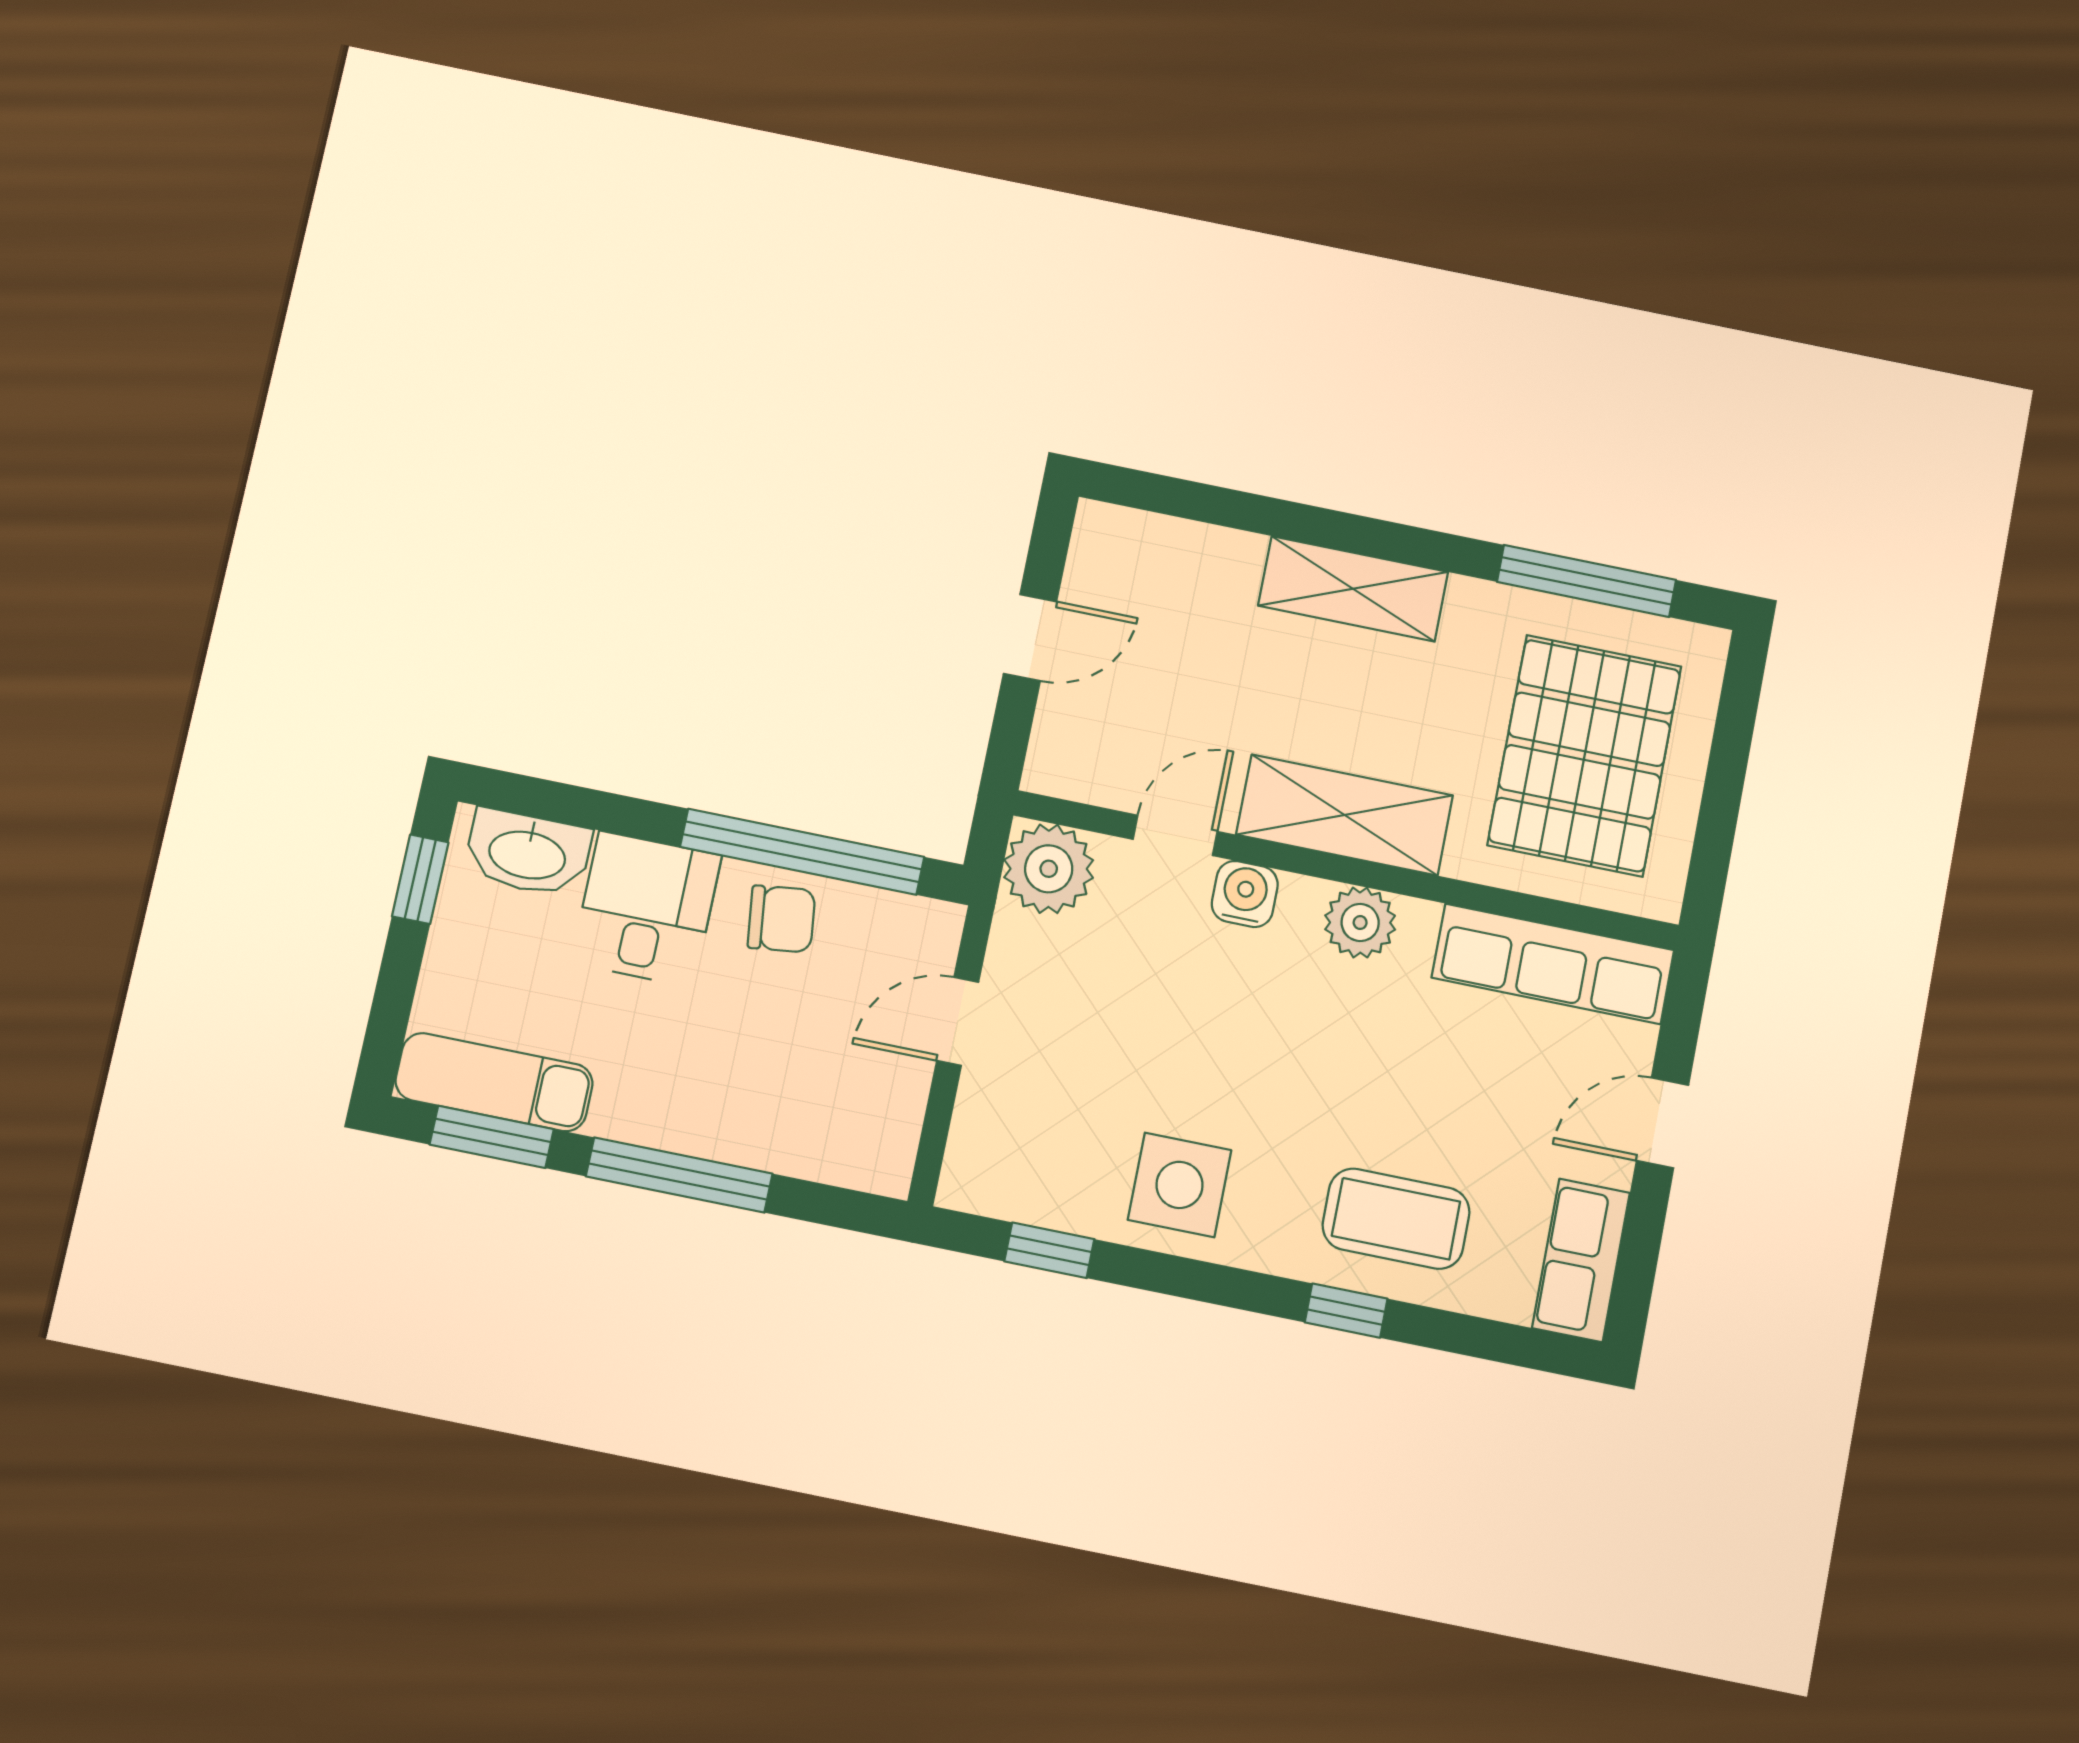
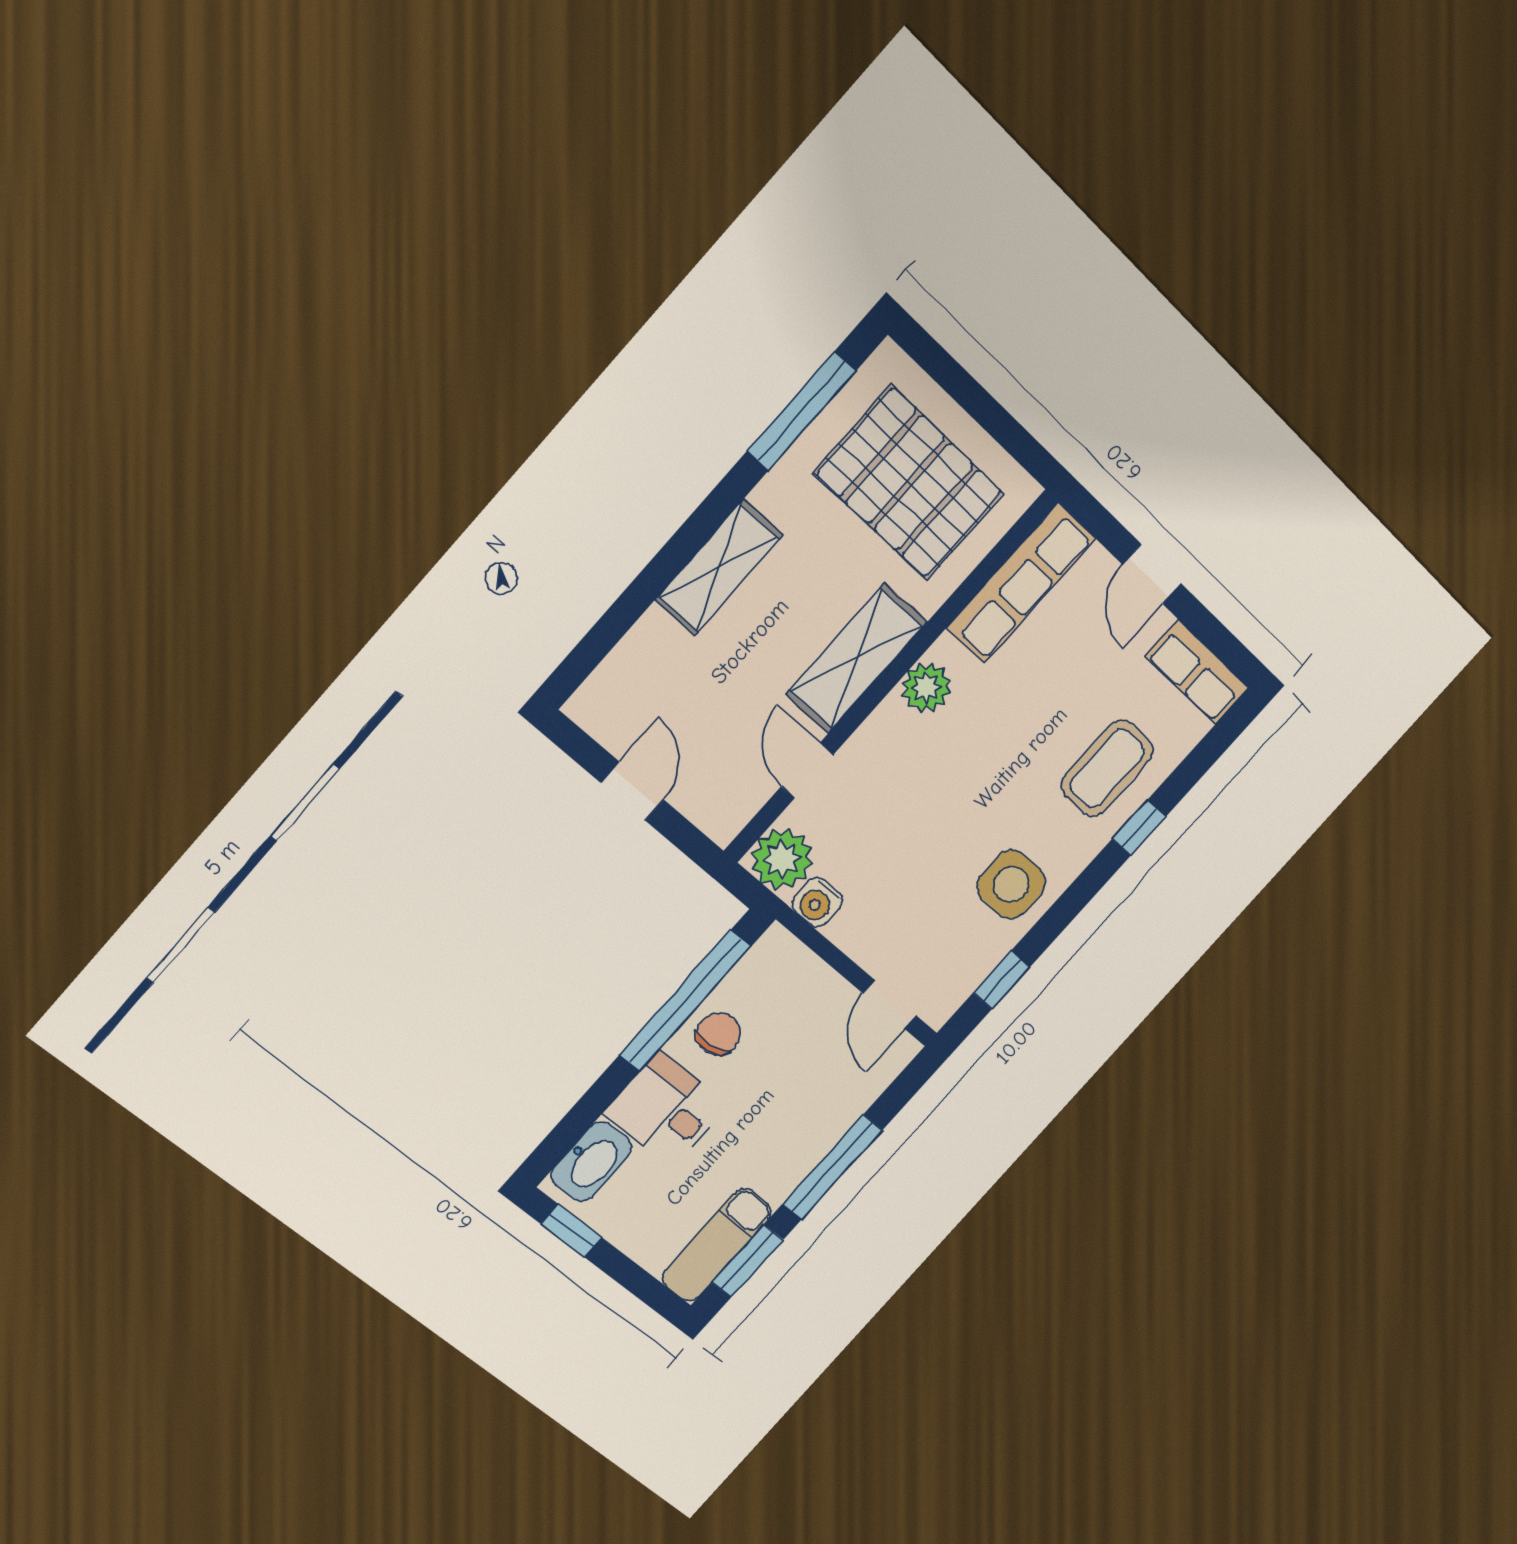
water cooler: (1245, 894) -> (817, 902), moved, turned -90
door: (958, 1021) -> (890, 1004), moved

